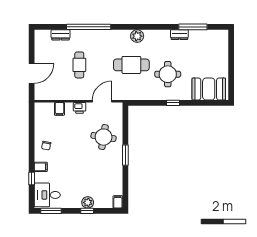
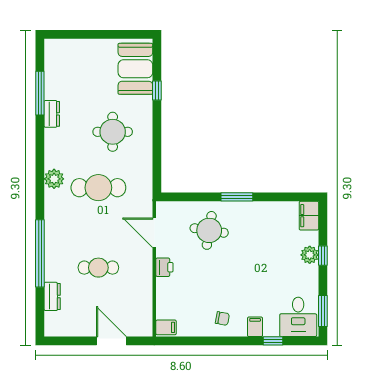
cafe table: (131, 65) -> (98, 188), turned 90
window: (173, 103) -> (157, 91), moved
filing cabinet: (59, 109) -> (166, 327), moved
filing cabinet: (118, 202) -> (309, 216), width x2.00

